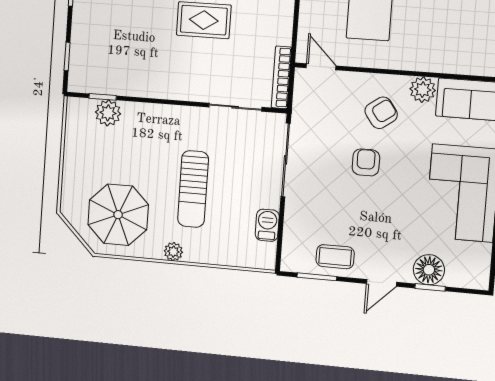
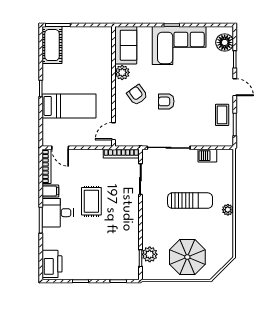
parasol: (118, 215) -> (187, 257), moved
floor lamp: (429, 270) -> (225, 42), moved

